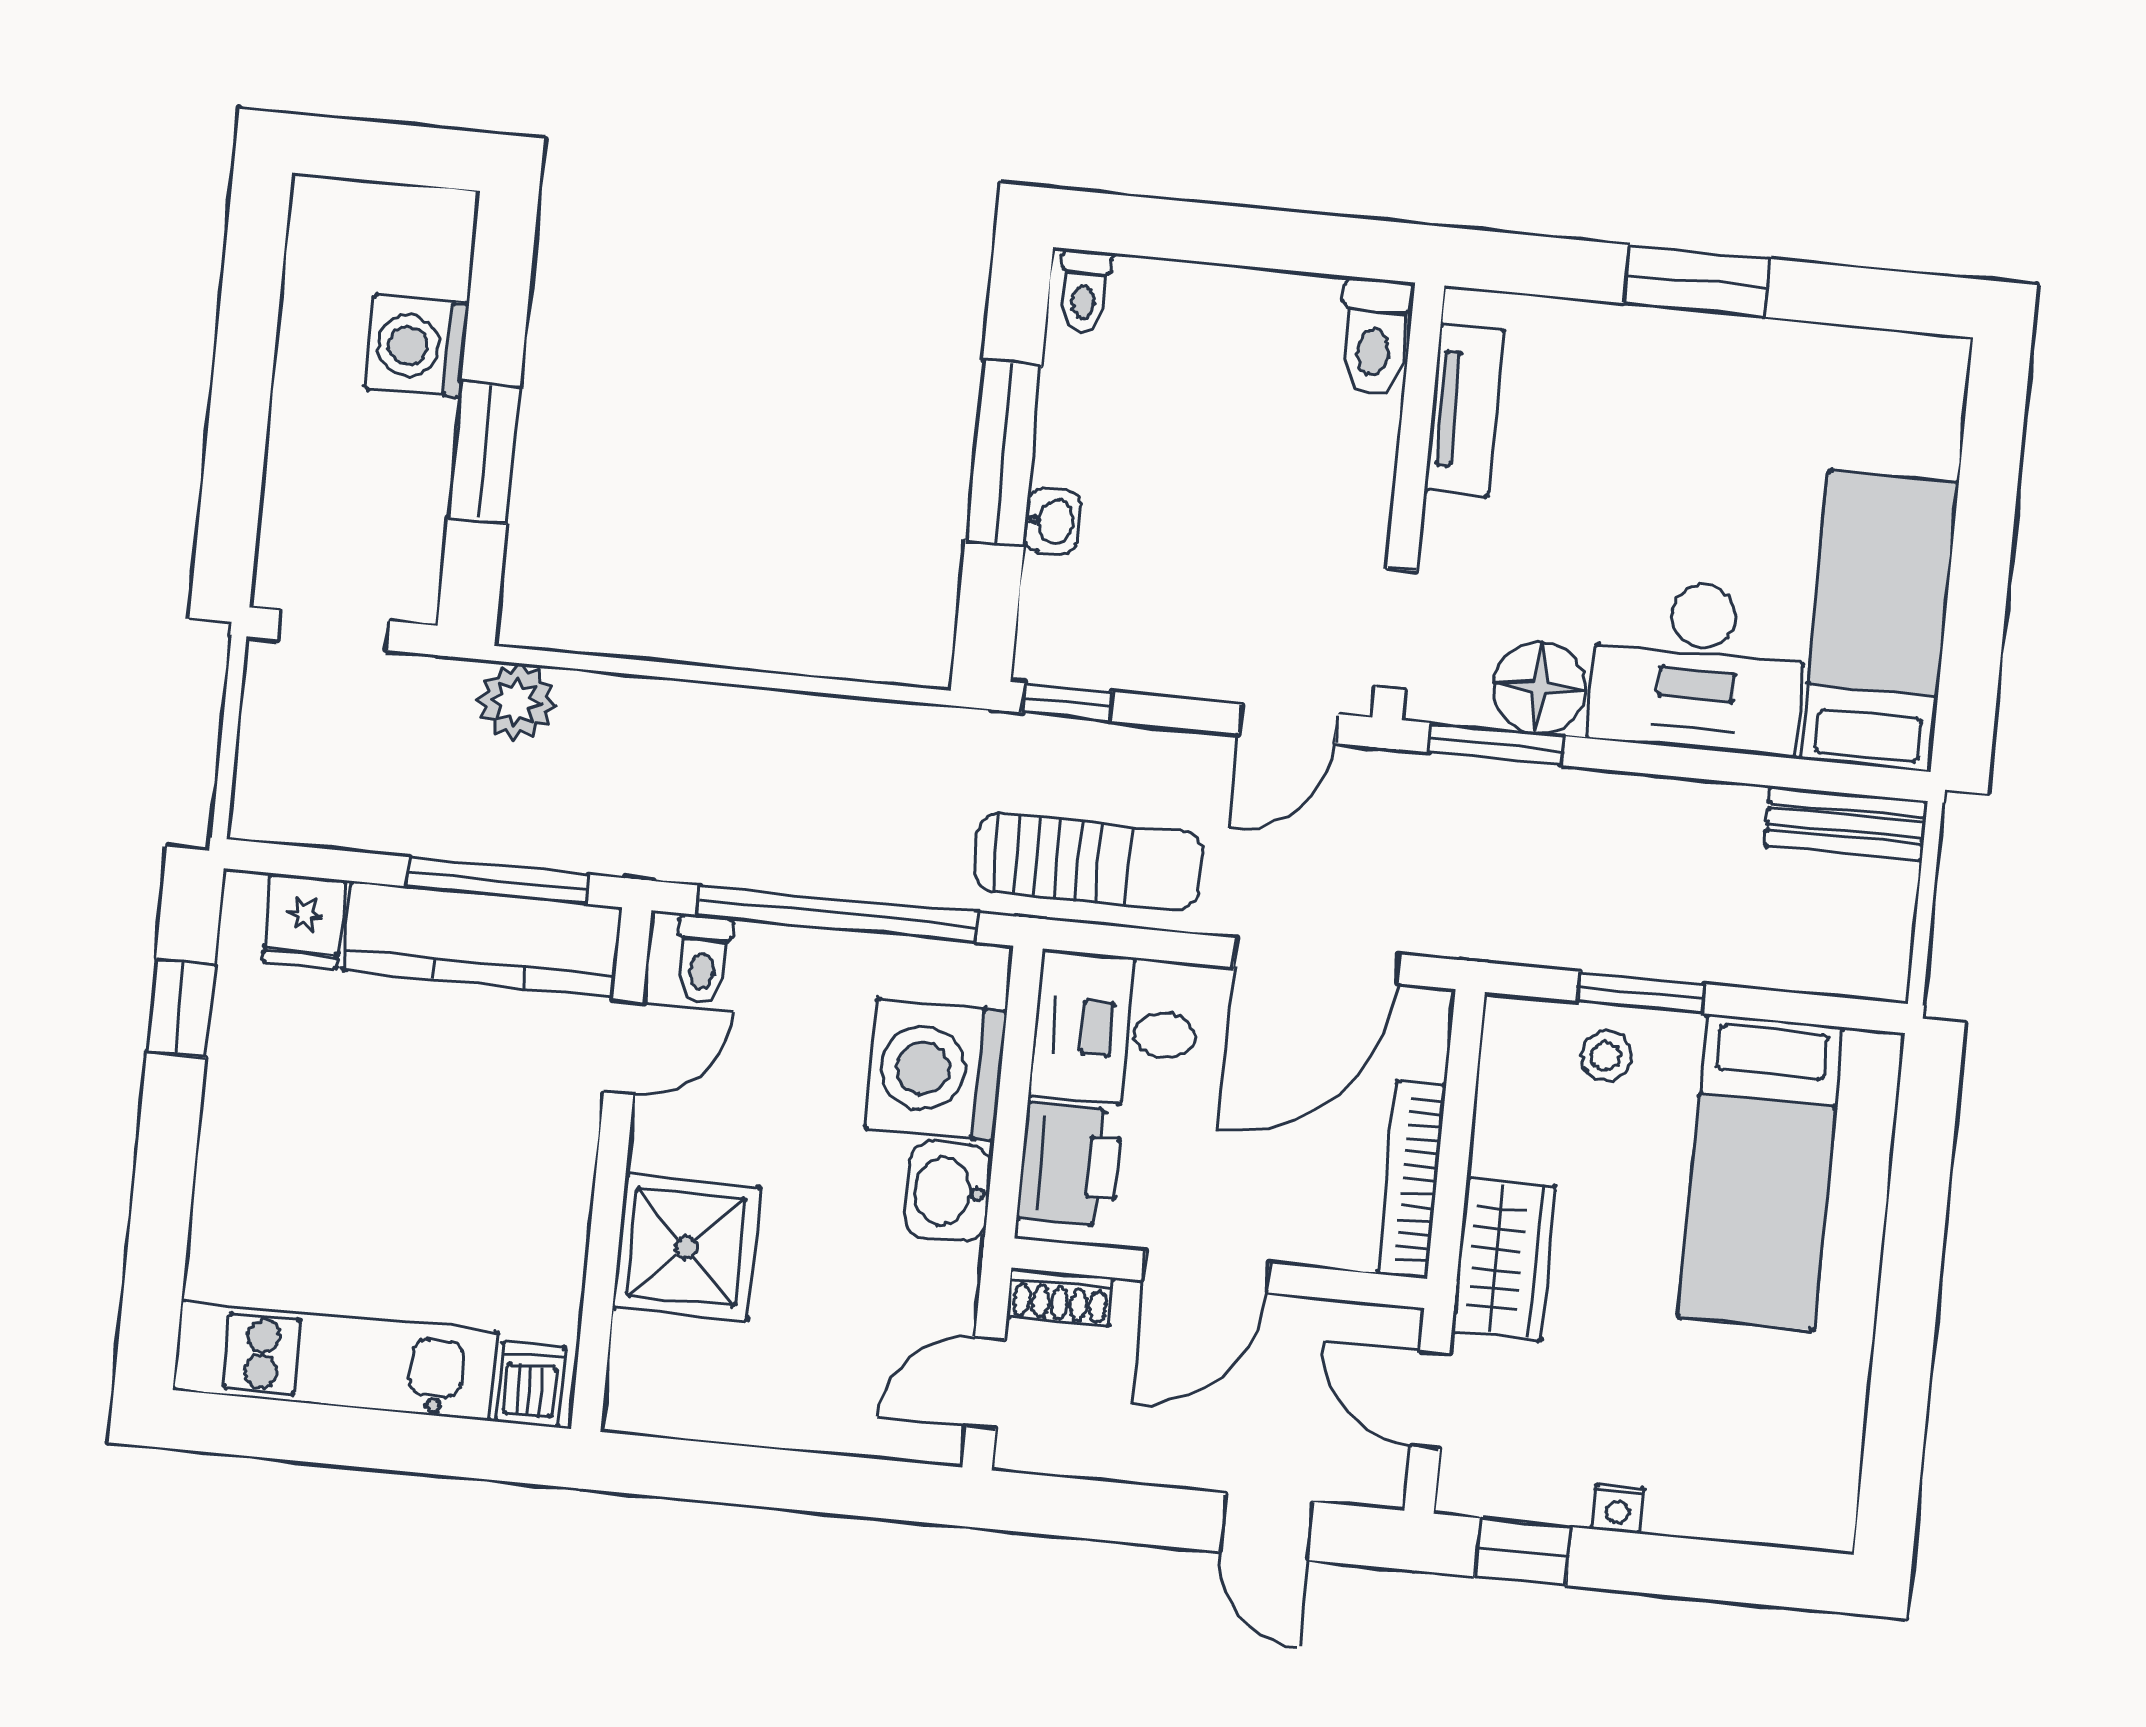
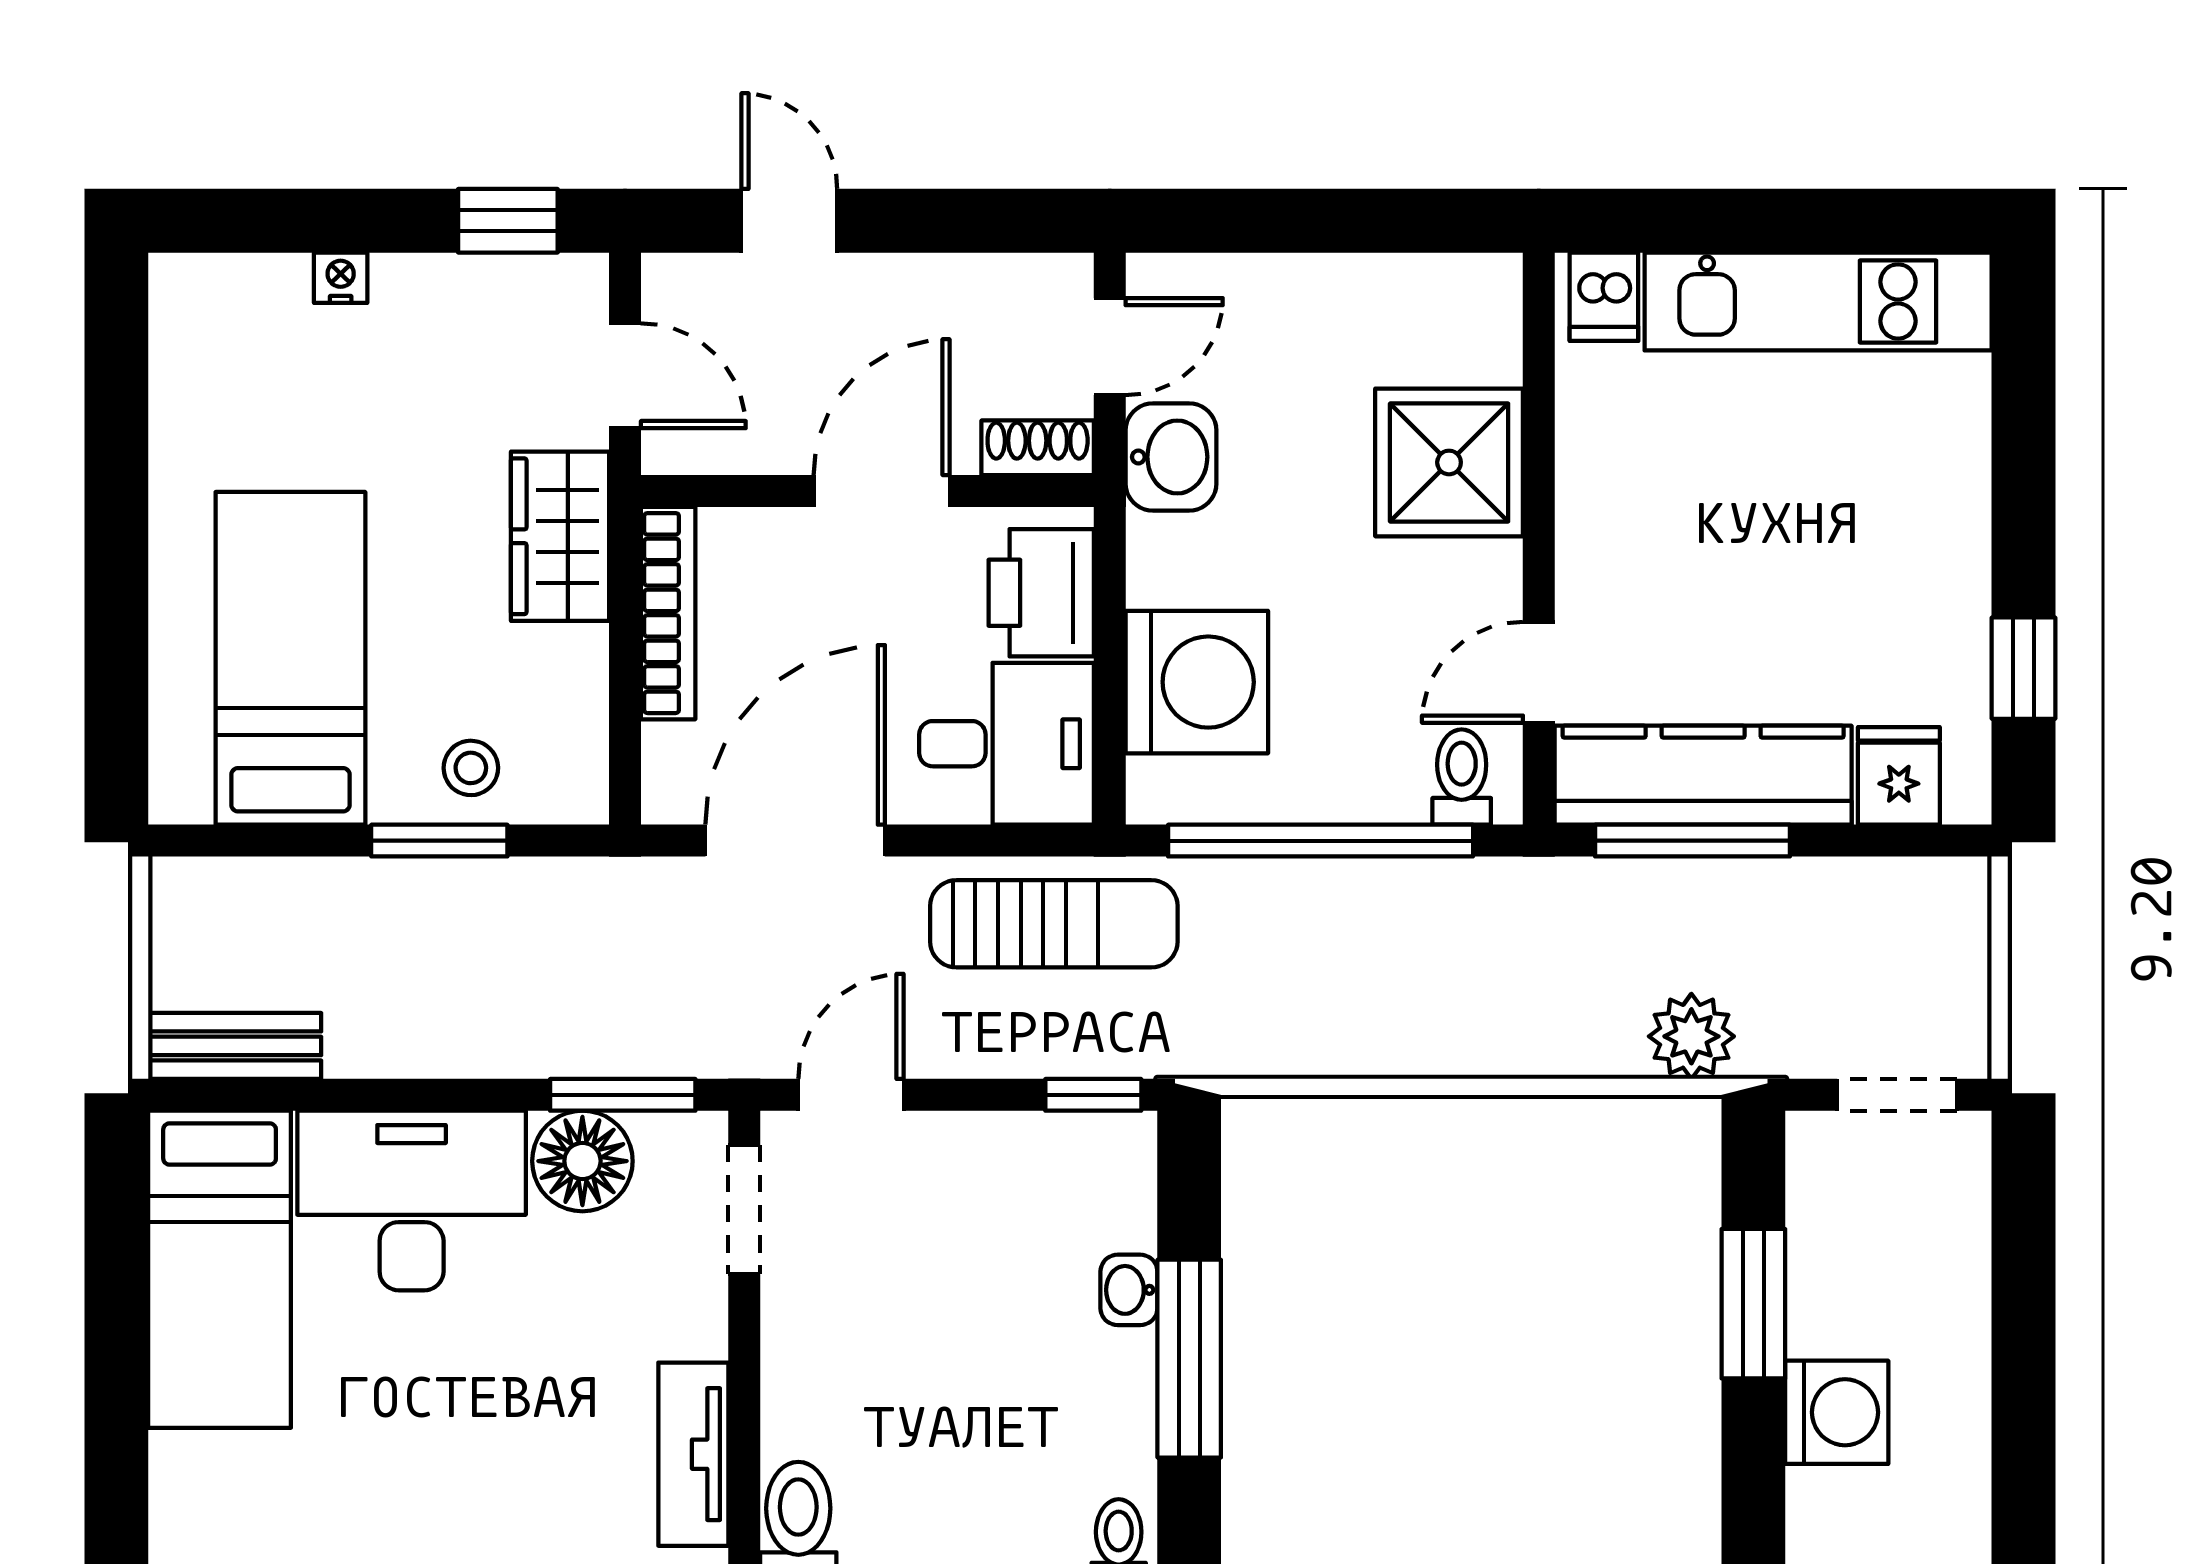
sun lounger: (1088, 862) -> (1054, 924), turned 180
washbasin: (948, 1191) -> (1171, 457), moved
nightstand: (1618, 1509) -> (341, 278), moved

